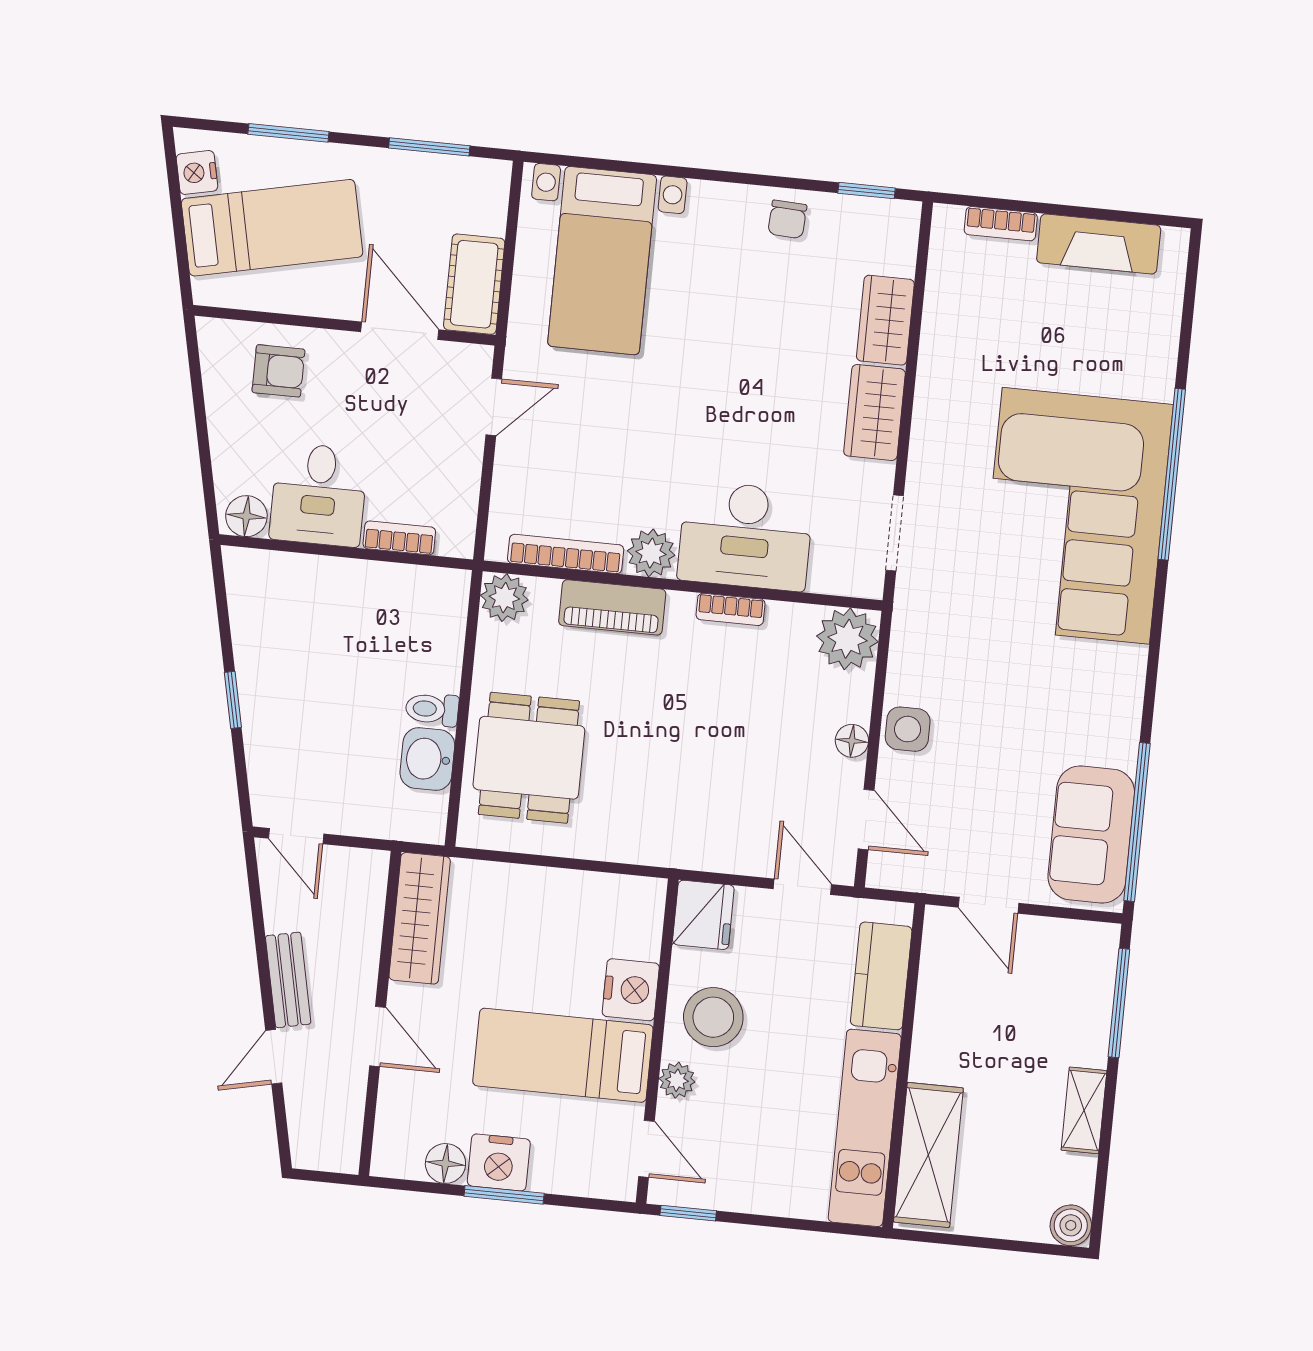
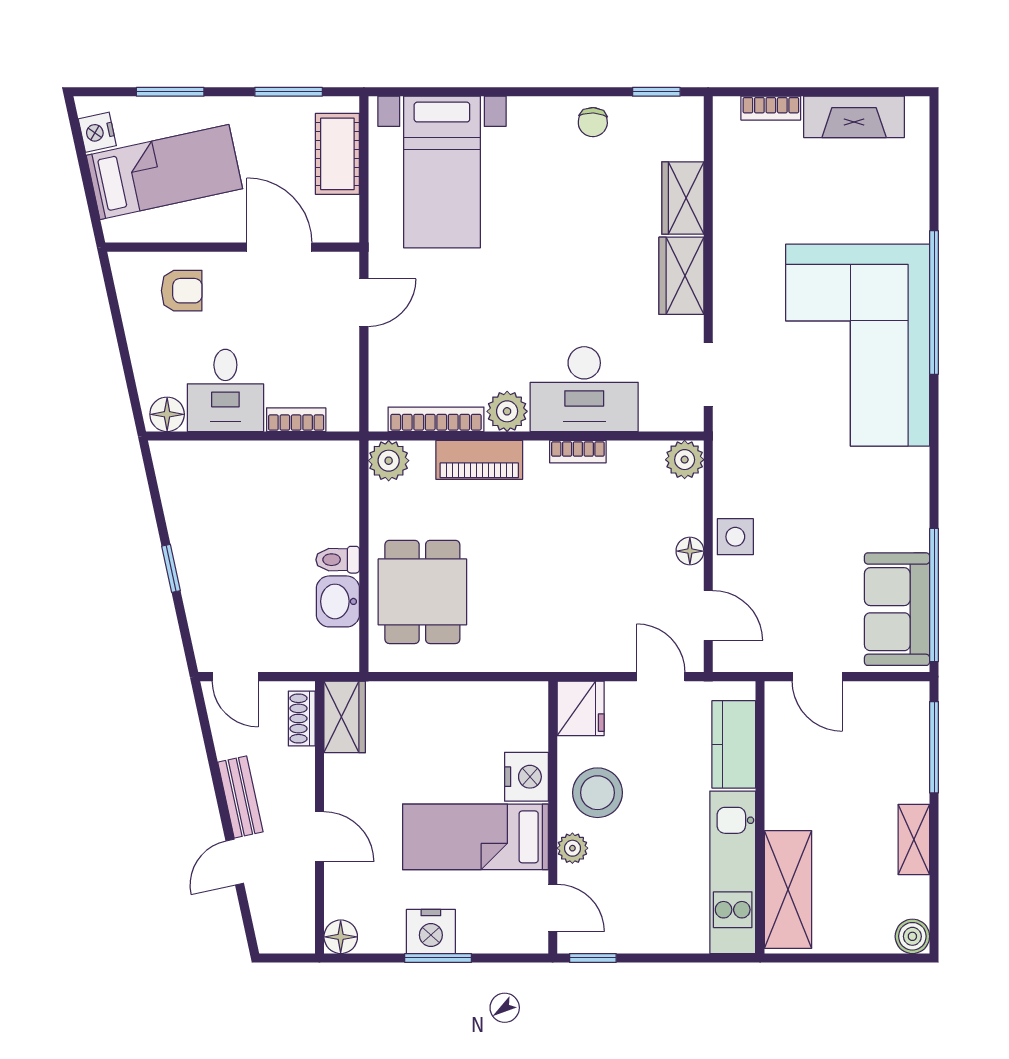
cot: (474, 284) -> (337, 154), moved
plant: (847, 639) -> (685, 460), width x0.73, depth x0.73
shoe rack: (370, 894) -> (302, 718), added
wardrobe: (420, 918) -> (345, 717), width x0.67
floor lamp: (445, 1163) -> (341, 937), moved

